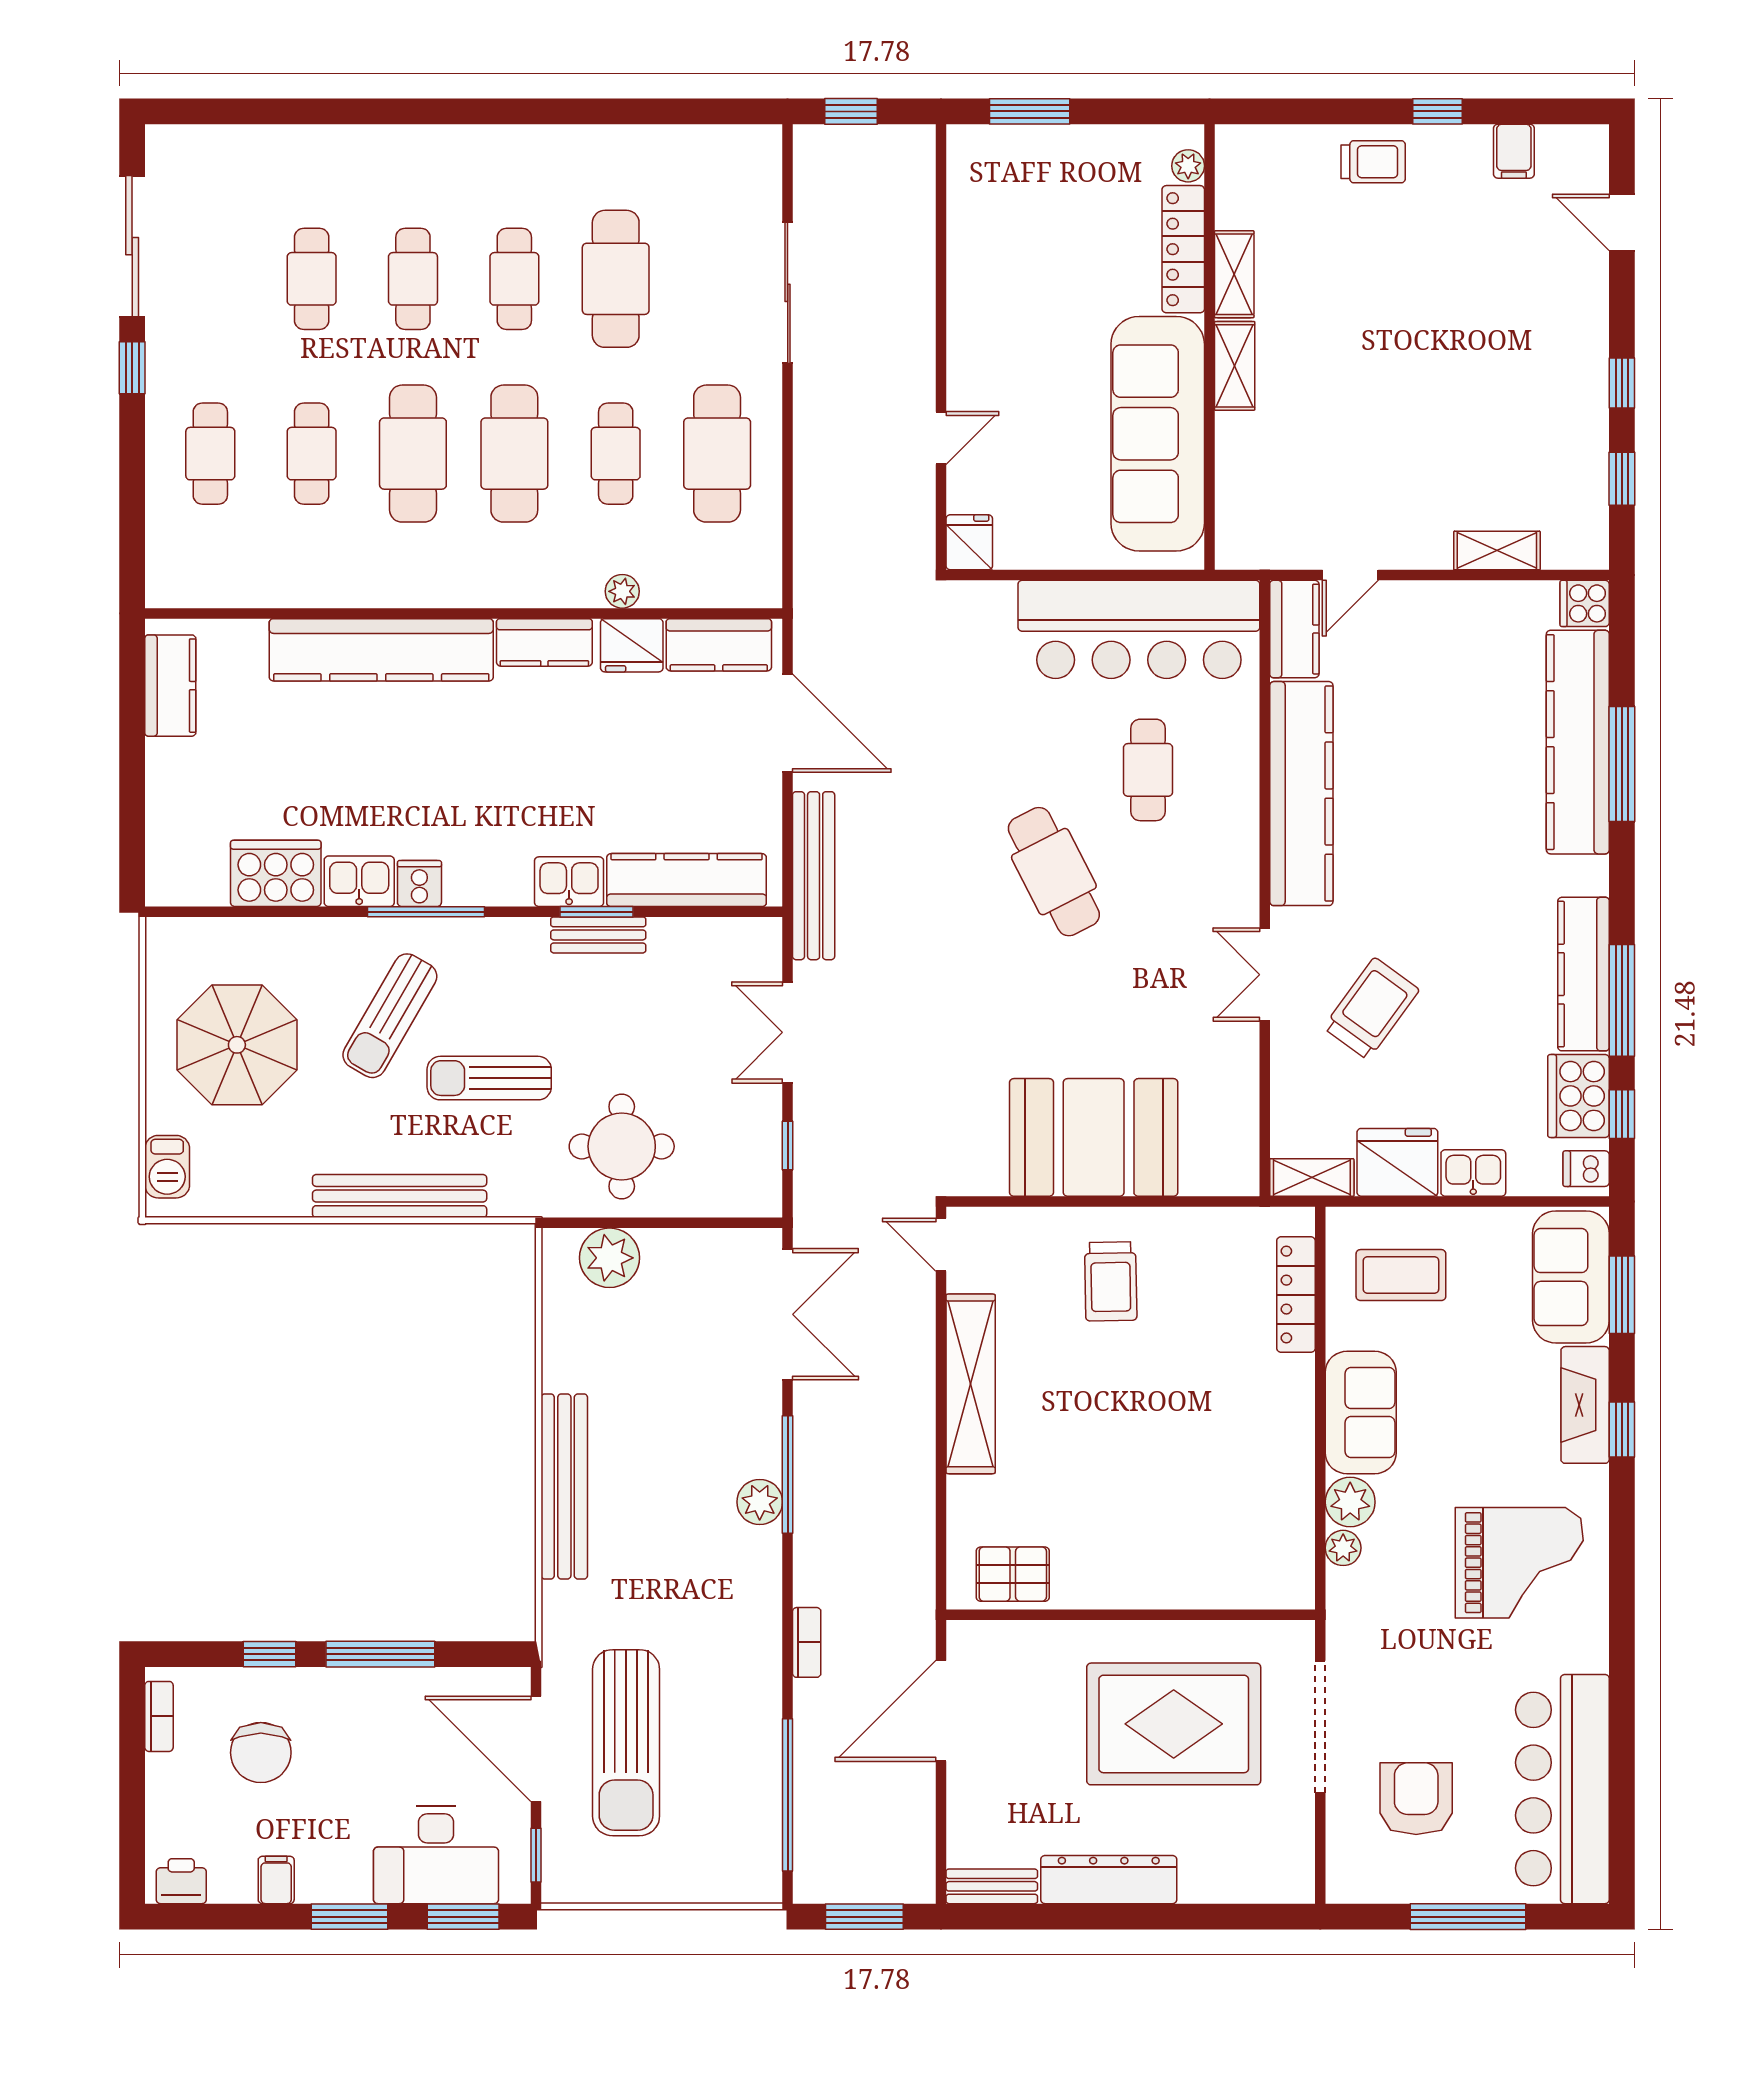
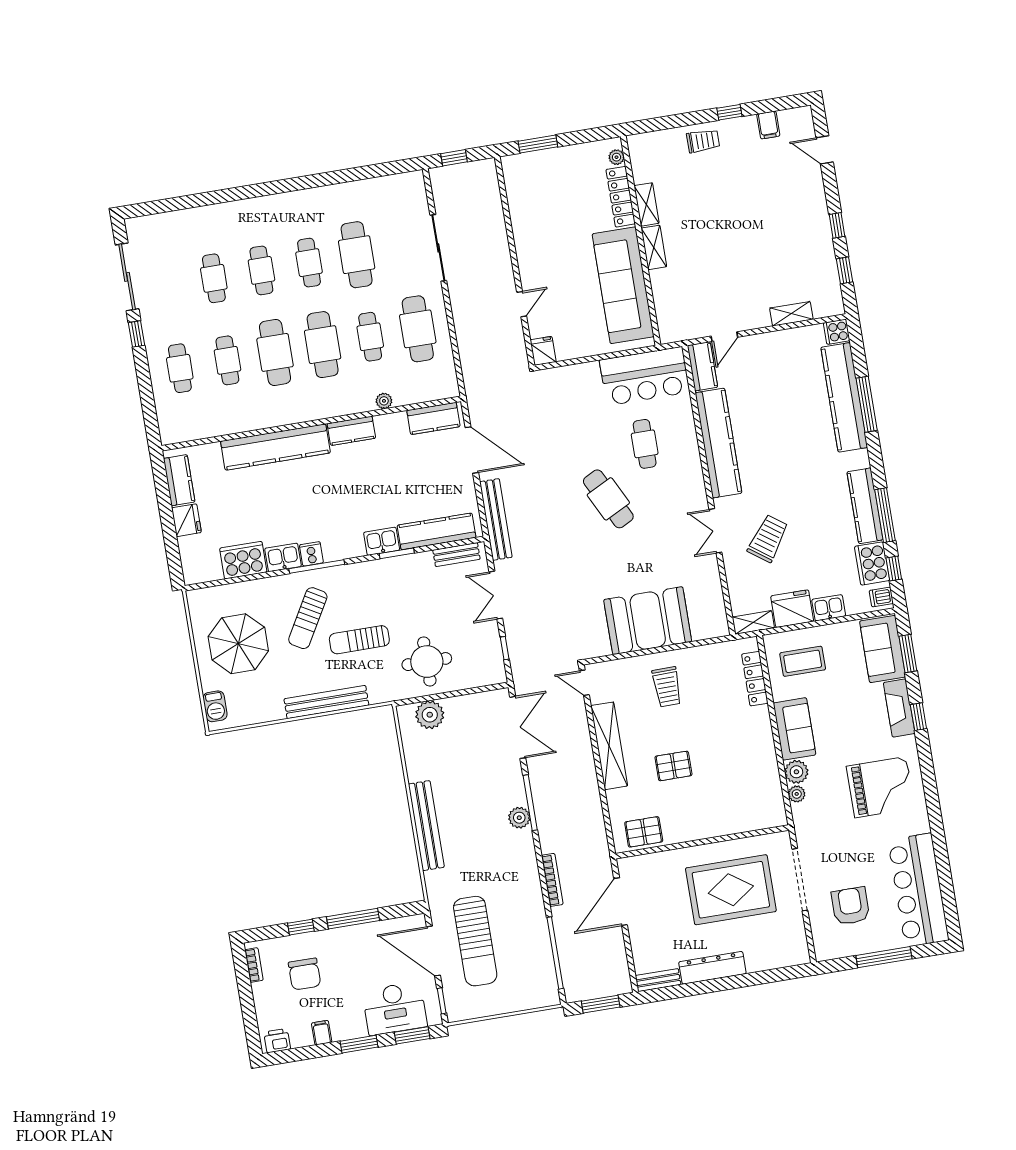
bar counter: (1139, 629) -> (645, 376), width x0.73
fridge: (632, 645) -> (186, 520), moved, turned -90
bench: (598, 935) -> (456, 555), moved
pallet: (1097, 1448) -> (673, 766), added
bookcase: (807, 1642) -> (552, 880), width x1.56

